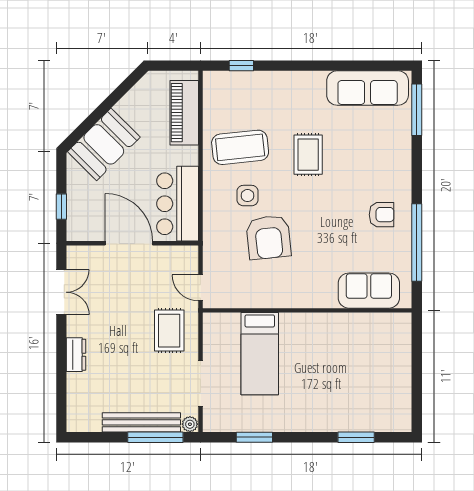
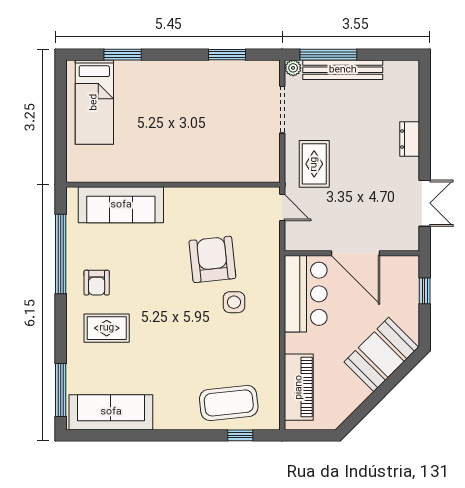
coffee table: (240, 147) -> (229, 403), moved
rug: (308, 155) -> (107, 328), moved, turned 90
armchair: (382, 215) -> (97, 283), turned -90
sofa: (369, 291) -> (121, 205), width x1.36
double door: (61, 292) -> (425, 203), swing flipped
bed: (260, 354) -> (94, 102), moved, turned 180

